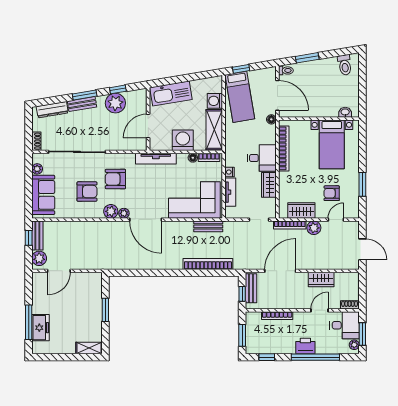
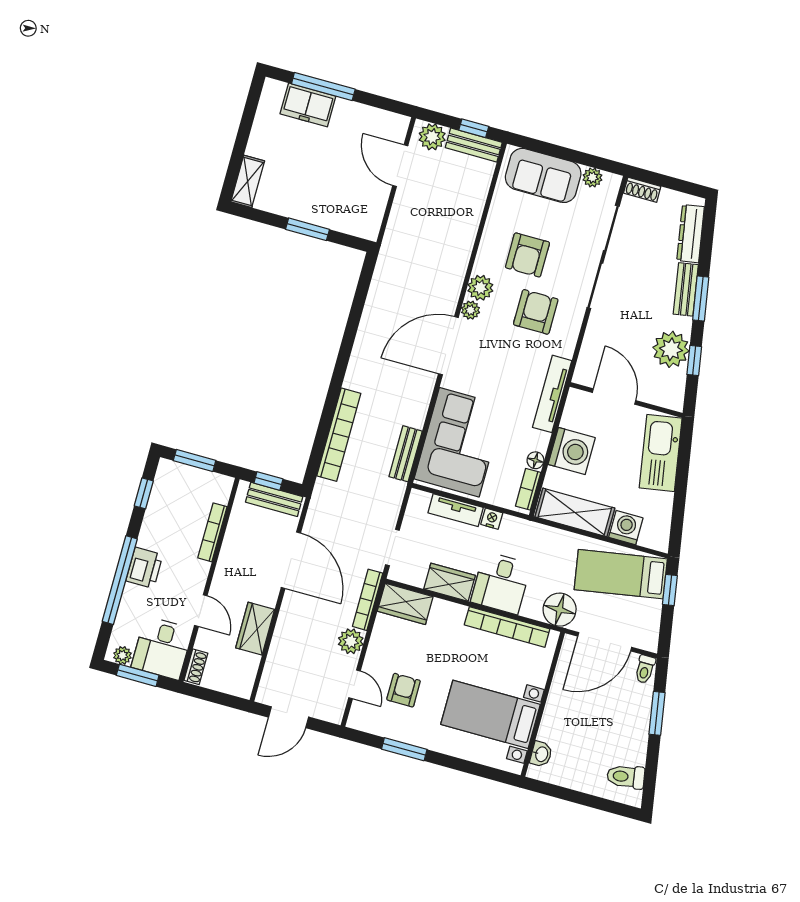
floor lamp: (271, 119) -> (560, 610), width x1.89, depth x1.89
wardrobe: (301, 211) -> (405, 604), moved, turned 90

